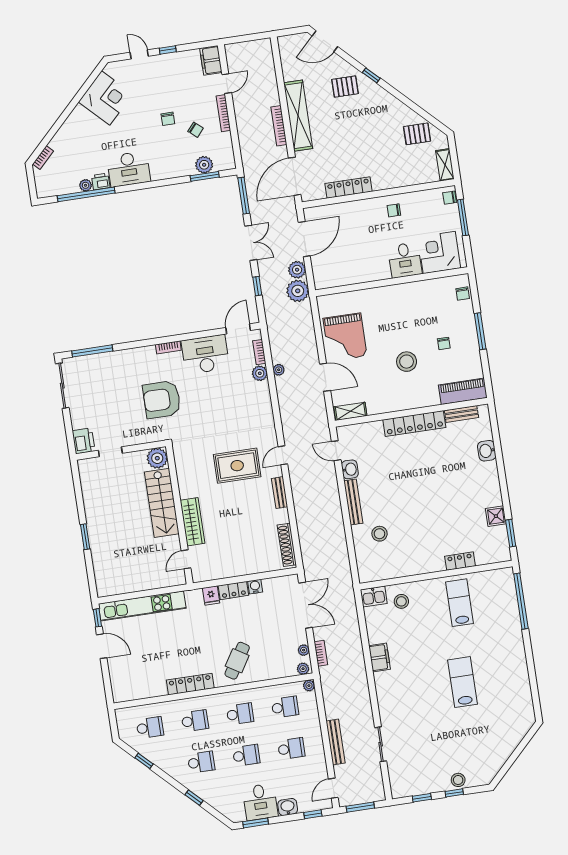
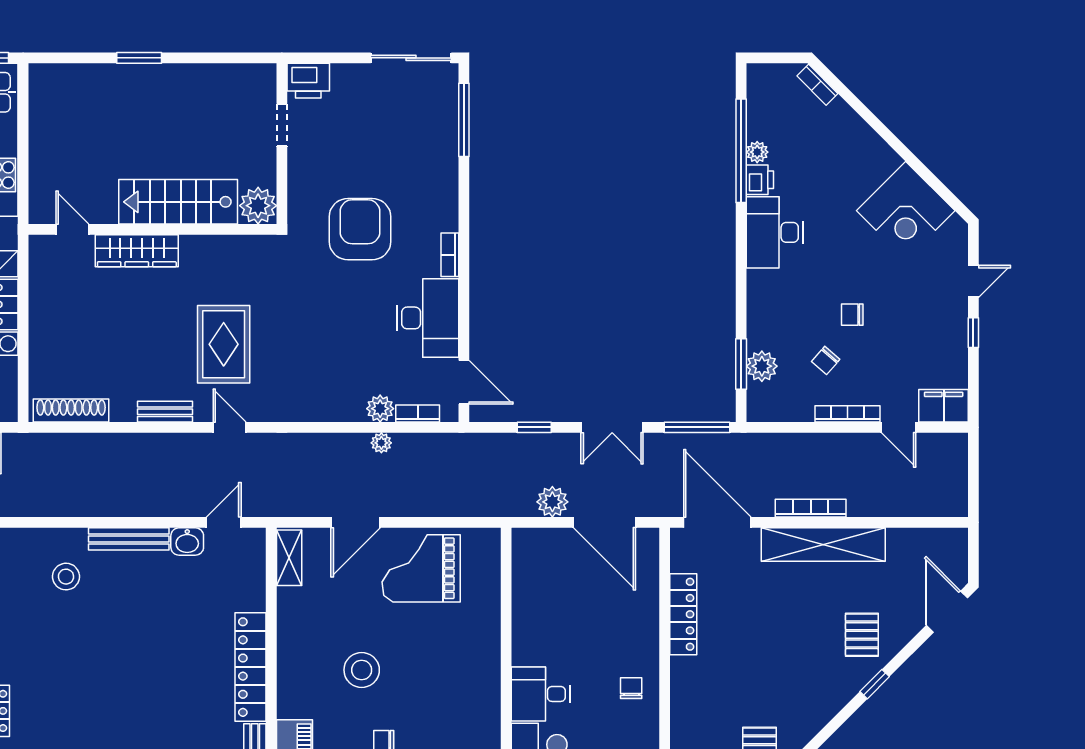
plant: (298, 291) -> (515, 497), removed

